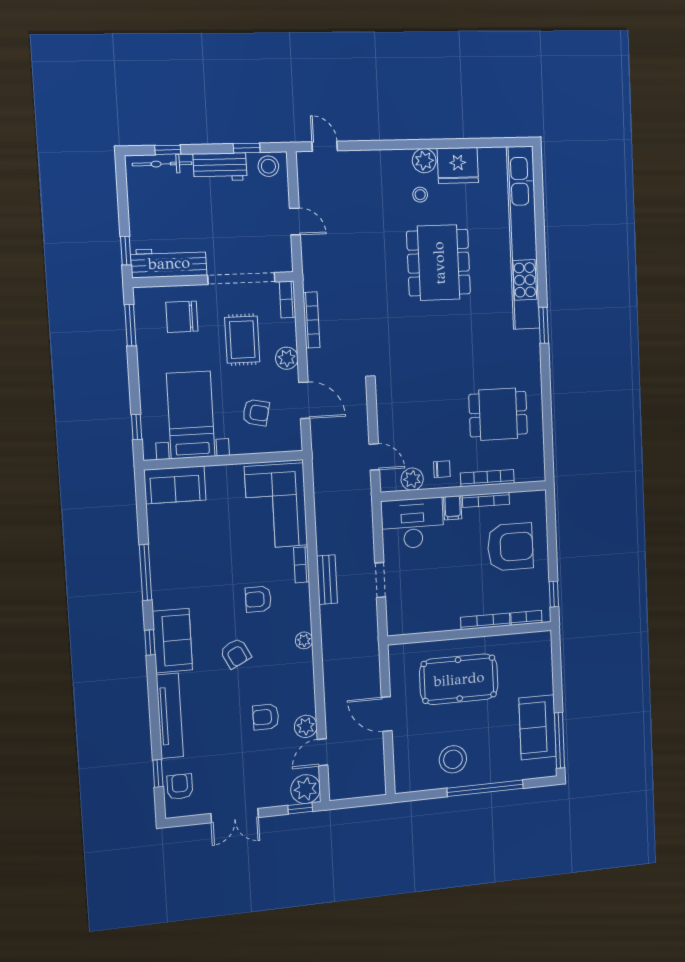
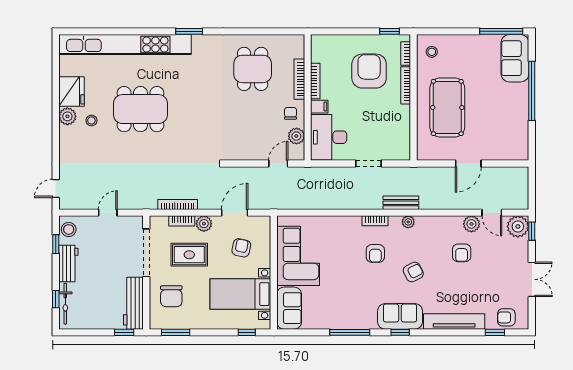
bookcase: (287, 299) -> (182, 221), moved
corner sofa: (276, 506) -> (298, 256), moved, turned -90
armchair: (510, 547) -> (369, 71), moved
bookcase: (302, 565) -> (375, 221), moved
bench: (327, 580) -> (401, 203), moved
sofa: (538, 727) -> (515, 58), moved, turned 90
stool: (453, 759) -> (432, 52), moved, width x0.53, depth x0.53

